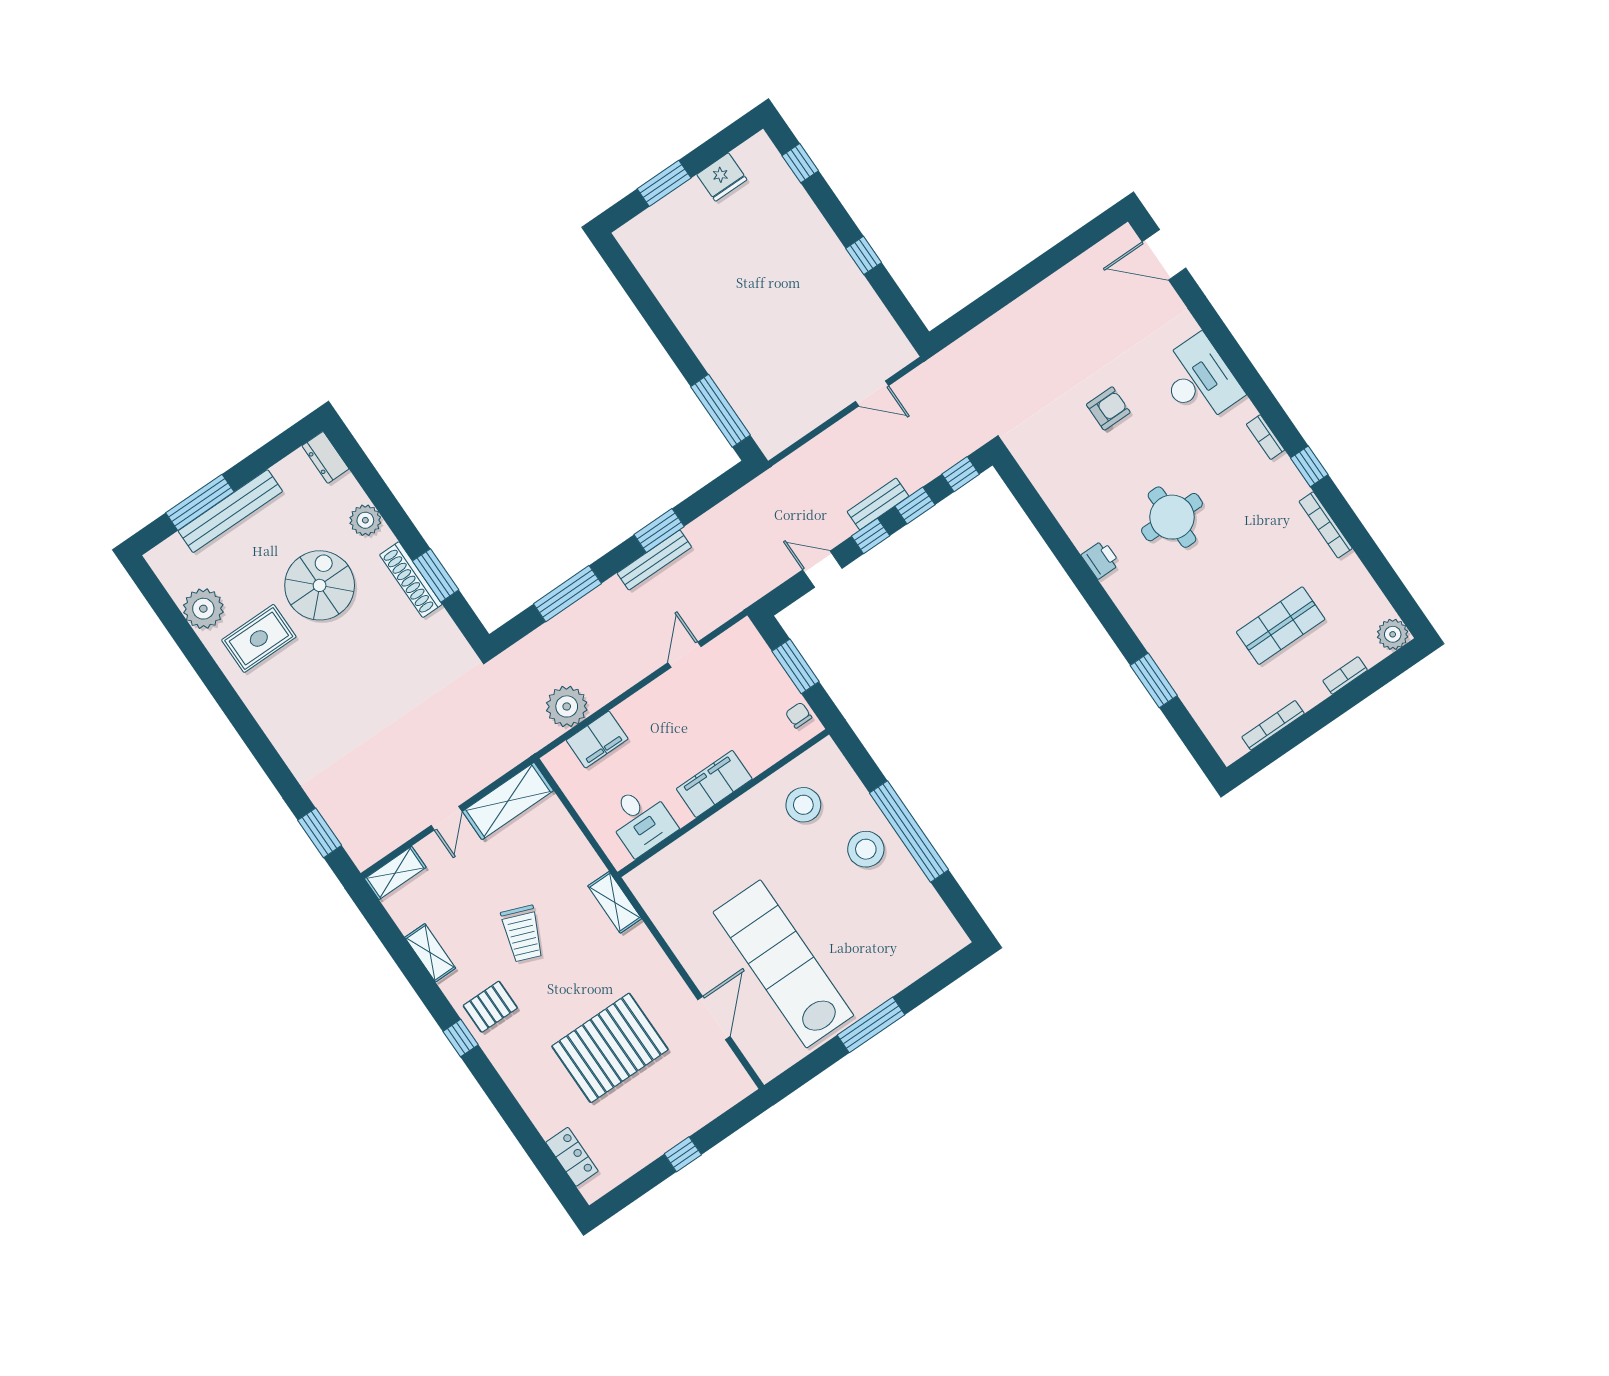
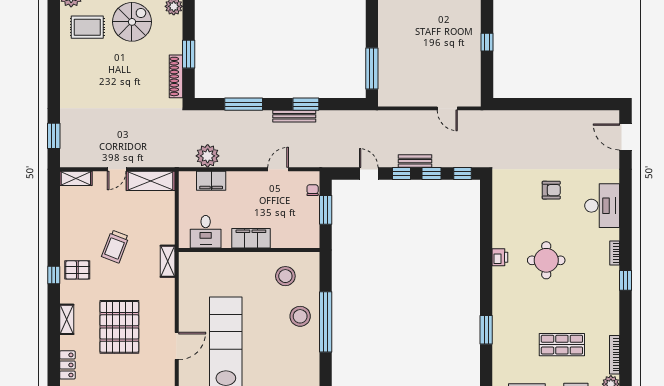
bookcase: (1326, 525) -> (615, 355), moved
shoe rack: (411, 580) -> (176, 76), moved
chair: (799, 715) -> (313, 190), moved
shelving: (430, 953) -> (67, 319), moved
pallet: (610, 1048) -> (119, 327), turned 90

